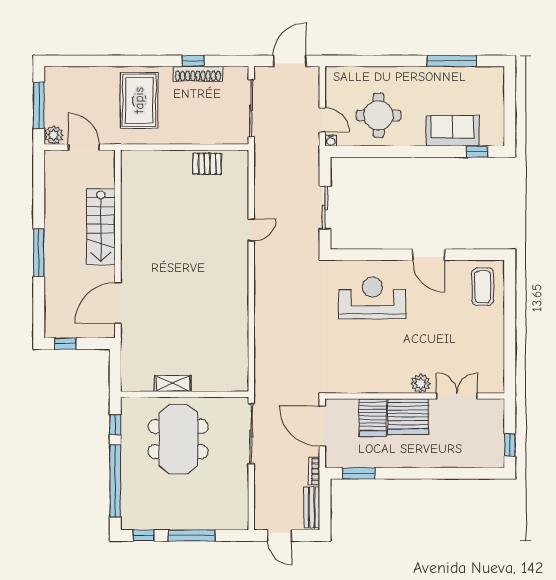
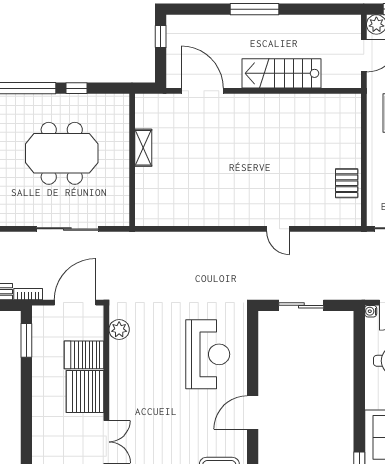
shelving: (173, 383) -> (143, 148), moved
plant: (421, 384) -> (119, 330), moved
wall: (185, 394) -> (132, 160), moved

